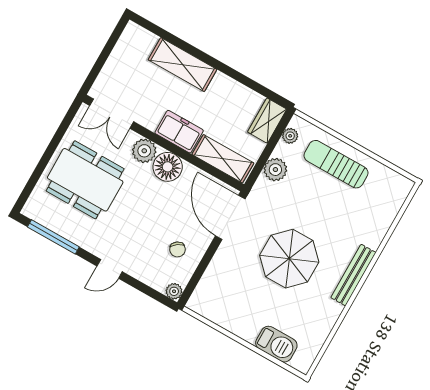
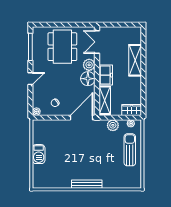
parasol: (289, 259) -> (78, 153), removed
door: (110, 269) -> (30, 79), swing flipped
barbecue: (276, 344) -> (39, 154), moved

